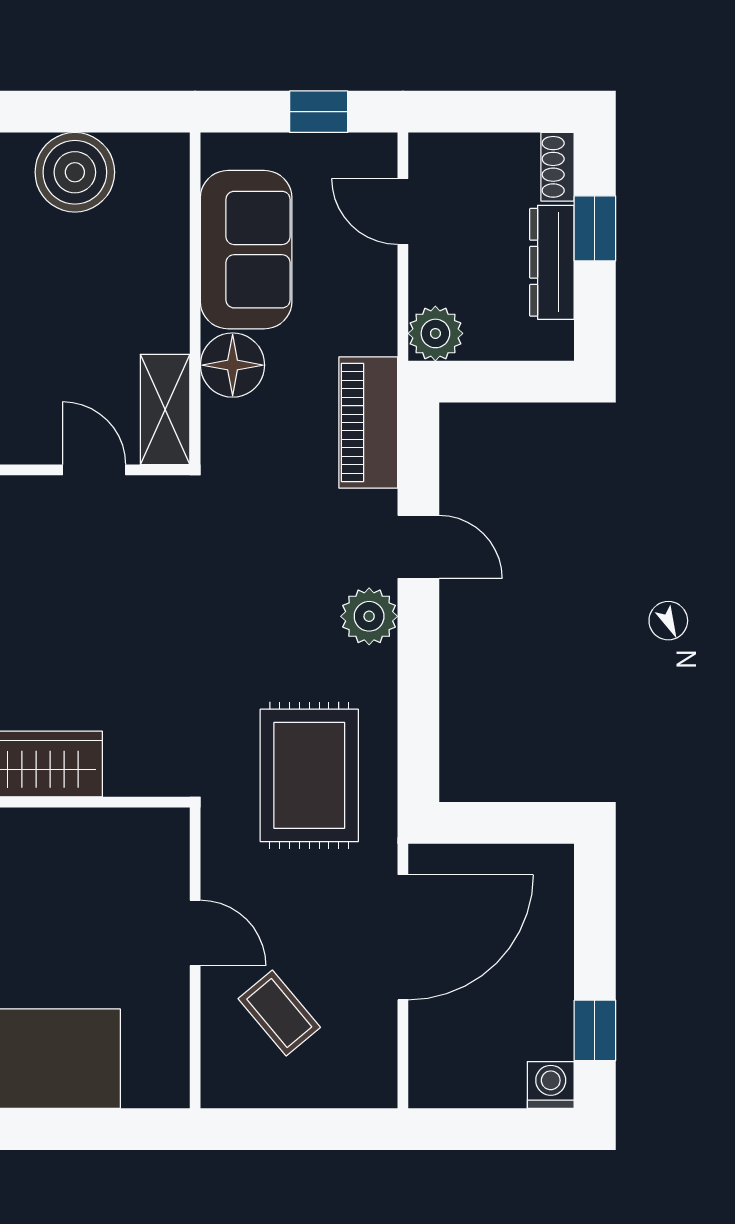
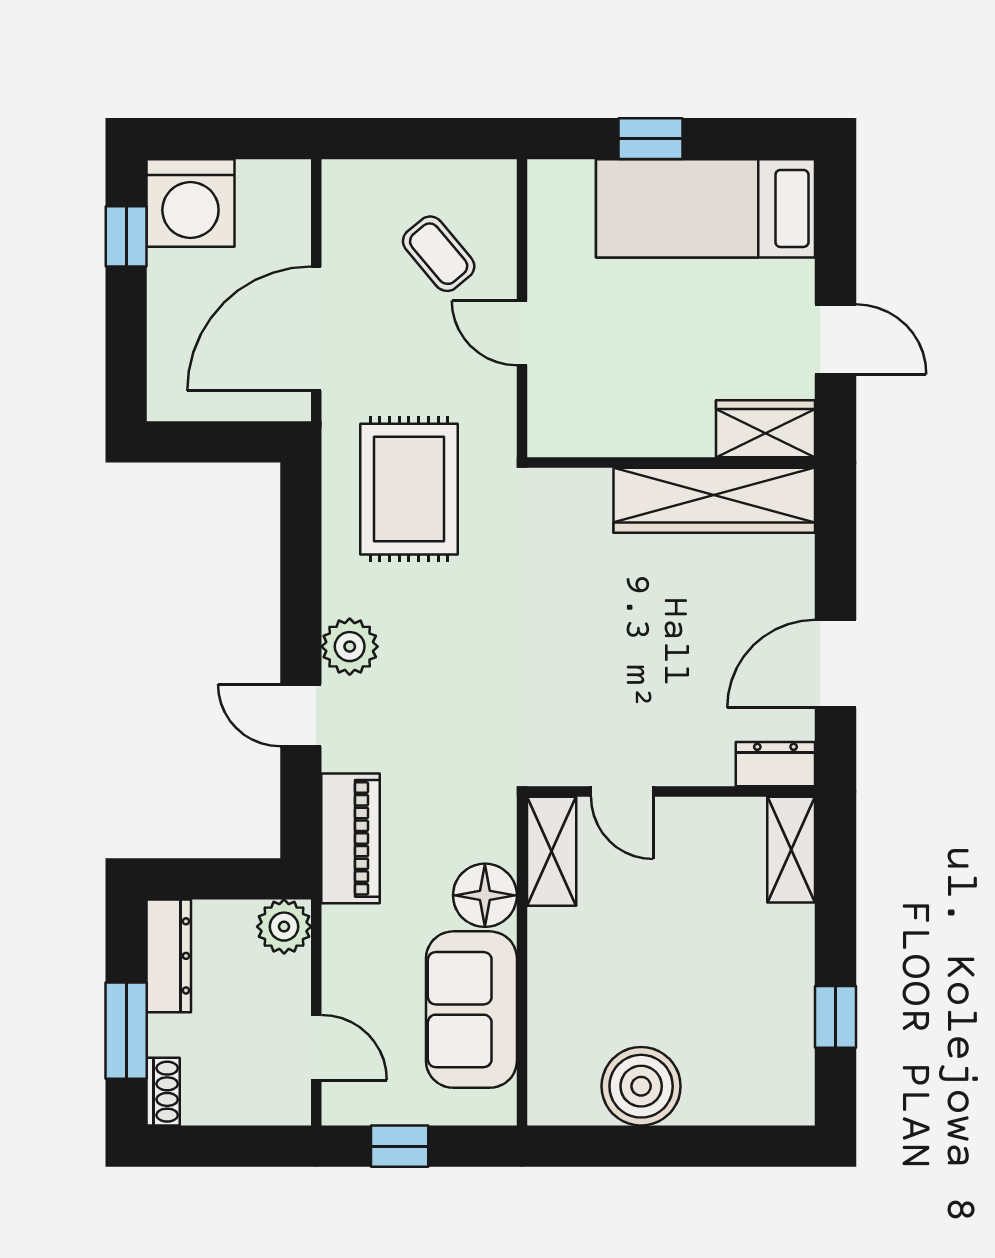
window: (595, 228) -> (126, 1031), width x1.50
dresser: (552, 262) -> (169, 956), moved
washing machine: (551, 1085) -> (190, 203), width x1.89, depth x1.89
window: (65, 1129) -> (651, 139), added

